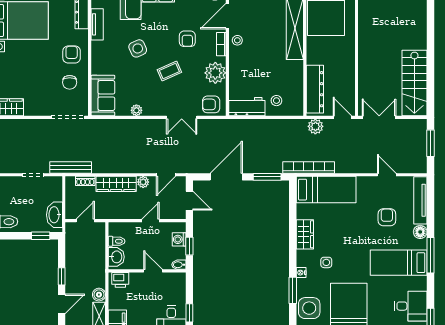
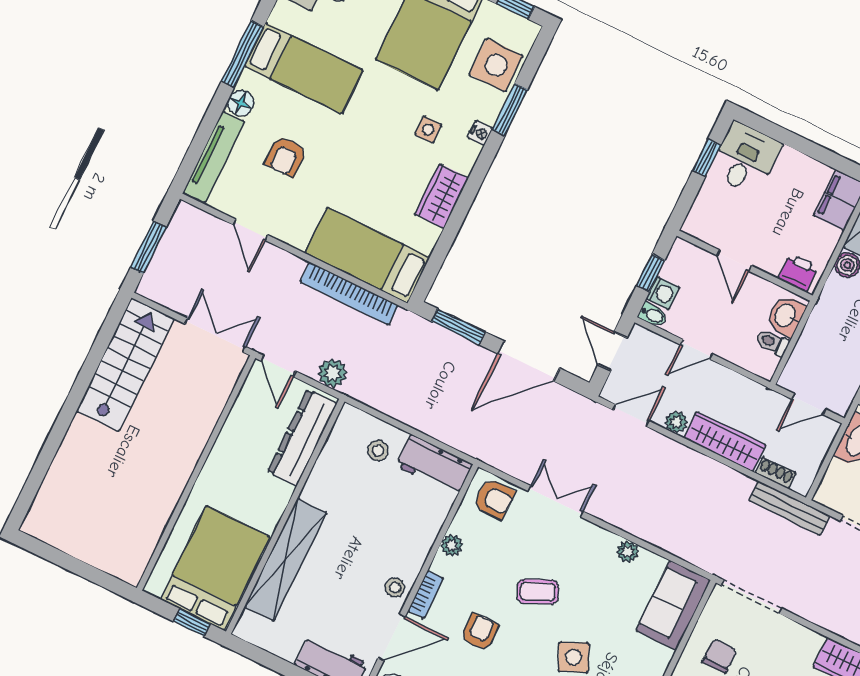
plant: (215, 73) -> (452, 546), width x0.53, depth x0.53
double door: (379, 117) -> (215, 335), swing flipped
bookcase: (309, 167) -> (349, 294), moved
bidet: (179, 265) -> (653, 315), moved

